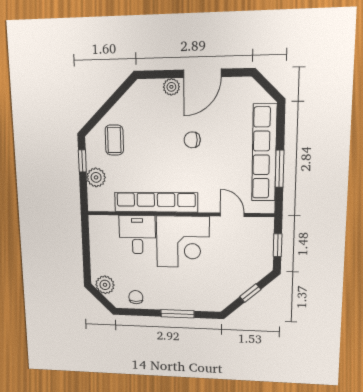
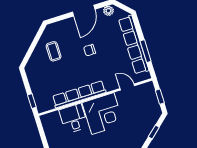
plant: (171, 87) -> (108, 11), moved
coffee table: (114, 140) -> (54, 51), moved
window: (82, 161) -> (32, 101), moved
plant: (96, 177) -> (38, 91), removed

